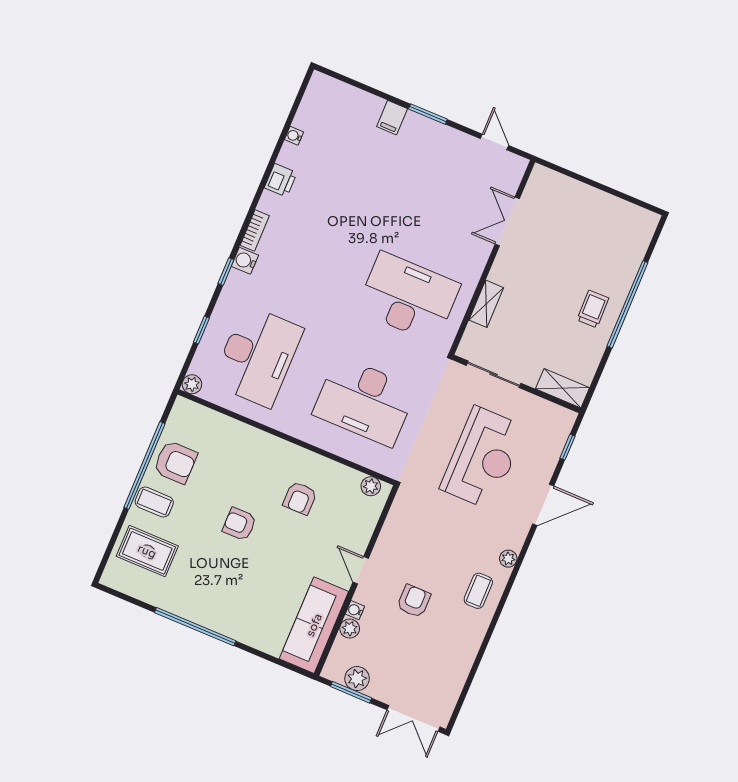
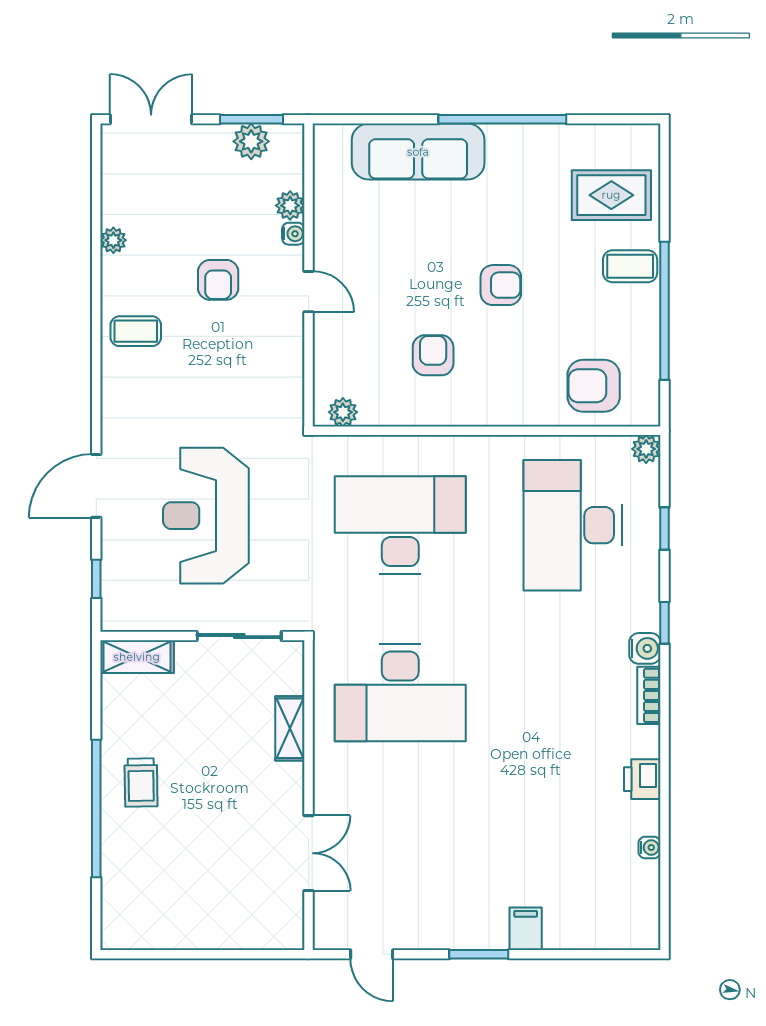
armchair: (175, 462) -> (594, 386), moved
plant: (508, 559) -> (113, 240), moved
coffee table: (478, 591) -> (136, 331), turned 90
sofa: (314, 625) -> (418, 152), moved, turned 90

